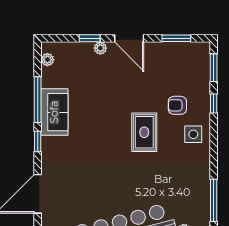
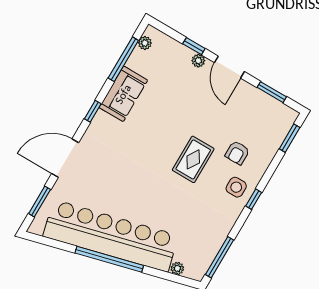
window: (38, 100) -> (123, 59), moved
window: (214, 104) -> (254, 199), moved
armchair: (177, 105) -> (237, 153), turned -90

